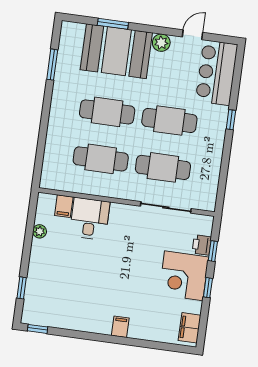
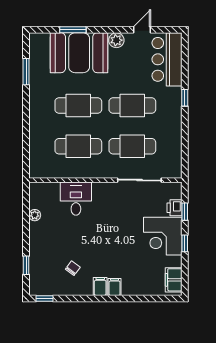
filing cabinet: (64, 206) -> (100, 287), moved, turned 180
chair: (75, 299) -> (73, 268), added

